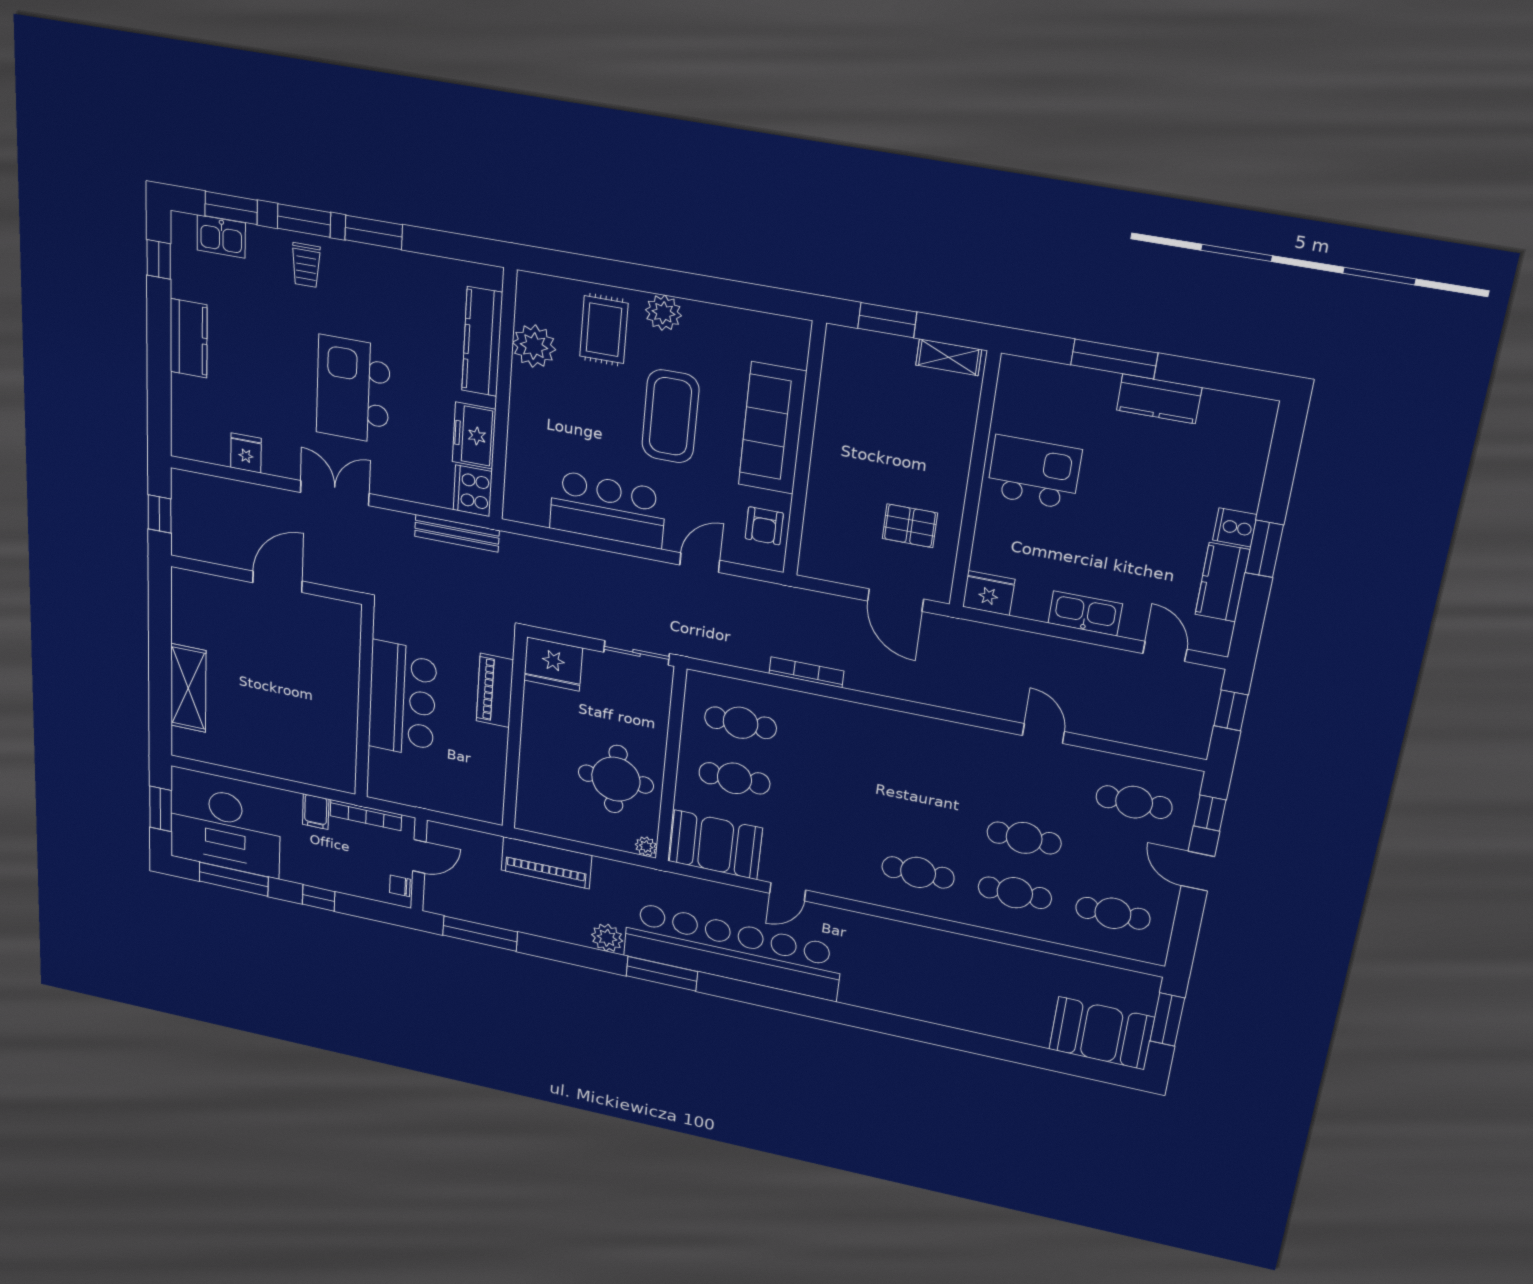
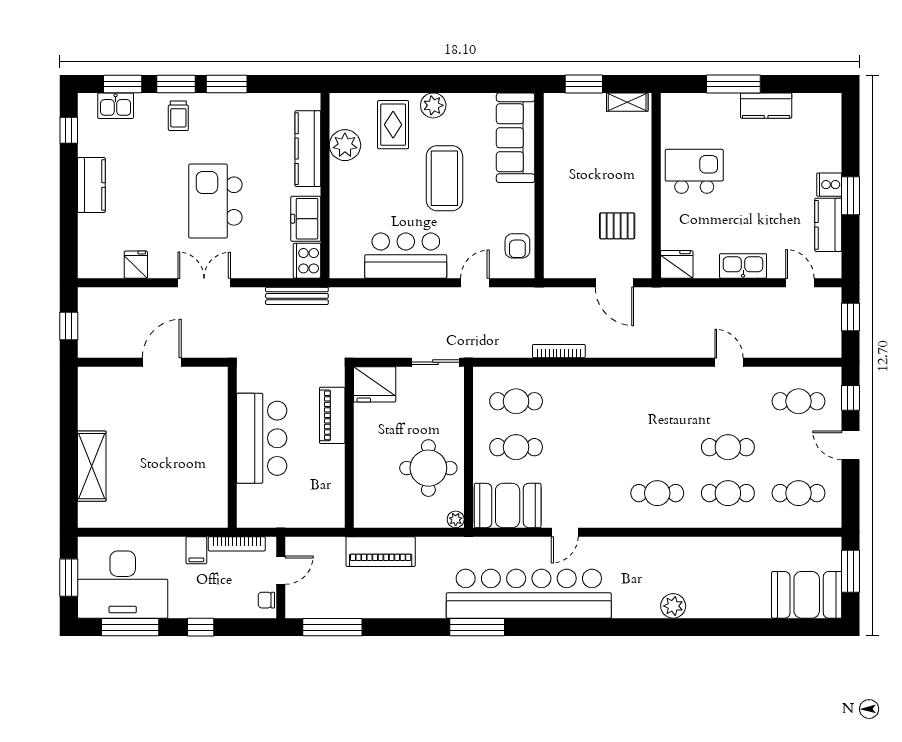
sofa: (772, 428) -> (516, 138), moved
plant: (607, 938) -> (673, 606), moved

